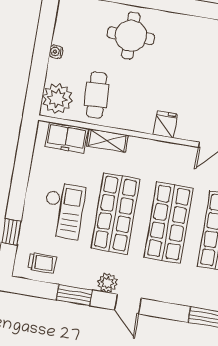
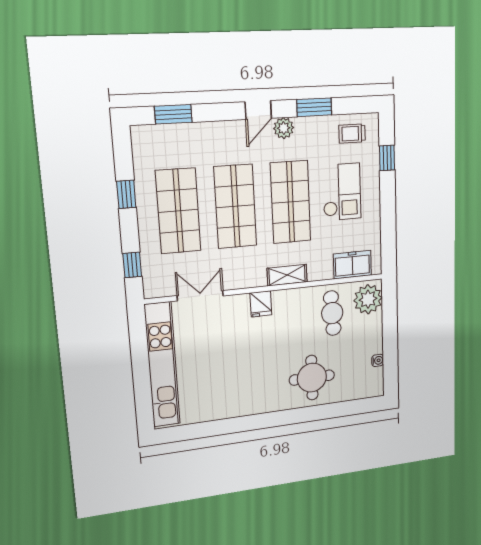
water cooler: (56, 52) -> (378, 360), moved
shelving: (107, 141) -> (287, 275), moved
checkout: (63, 211) -> (342, 192), turned 180
door: (128, 304) -> (258, 110), swing flipped

